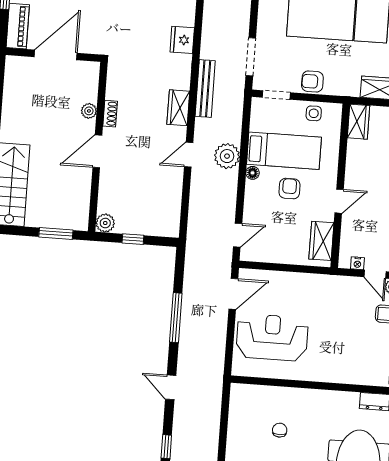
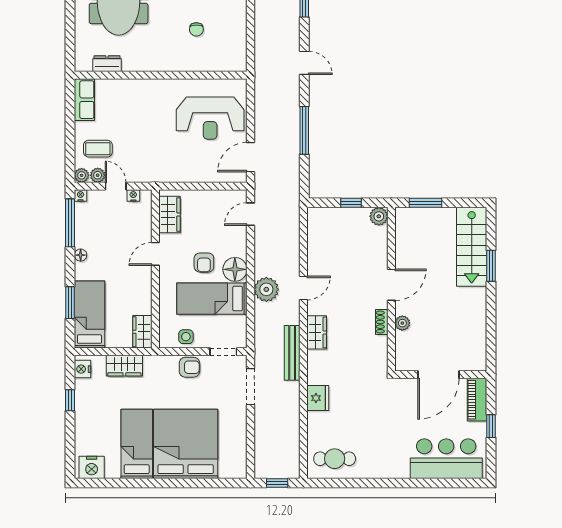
floor lamp: (253, 173) -> (235, 269), width x1.89, depth x1.89

